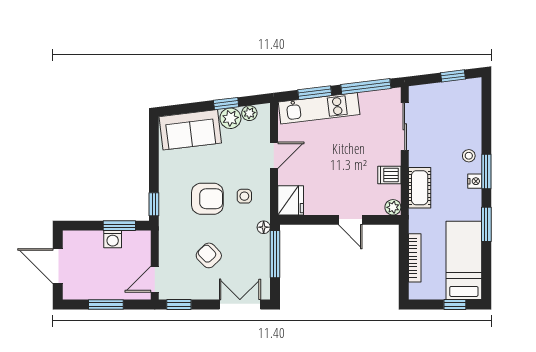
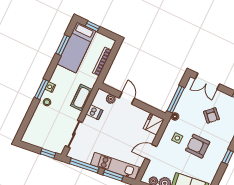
window: (453, 76) -> (48, 153), moved
plant: (393, 207) -> (111, 99), moved
window: (486, 224) -> (63, 45), moved

